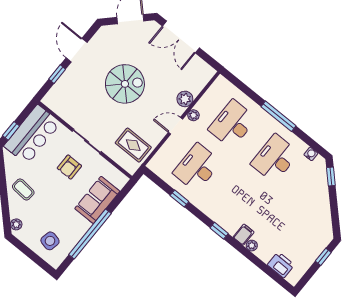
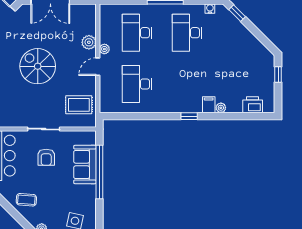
spiral stairs: (125, 84) -> (38, 66), turned -90
window: (179, 198) -> (142, 116), removed
window: (90, 234) -> (99, 172), moved

